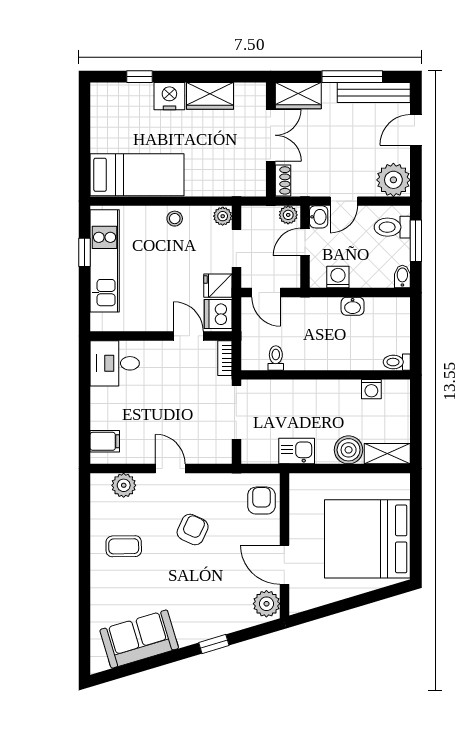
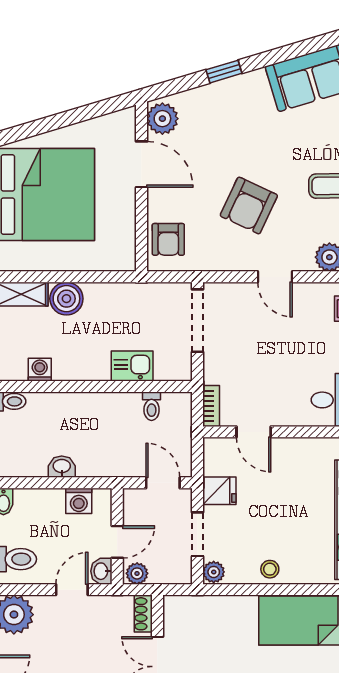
dishwasher: (218, 314) -> (219, 458), removed
doorway: (236, 412) -> (198, 321), moved
kitchen sink: (297, 451) -> (132, 366), moved, turned 180
armchair: (193, 530) -> (249, 205), width x1.38, depth x1.38

